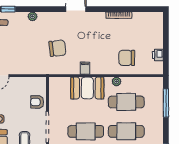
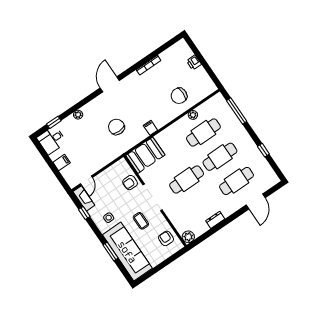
chair: (57, 48) -> (116, 127), turned -84
printer: (158, 55) -> (194, 63), moved
plant: (116, 82) -> (193, 115), moved
booth: (87, 88) -> (145, 155), moved

